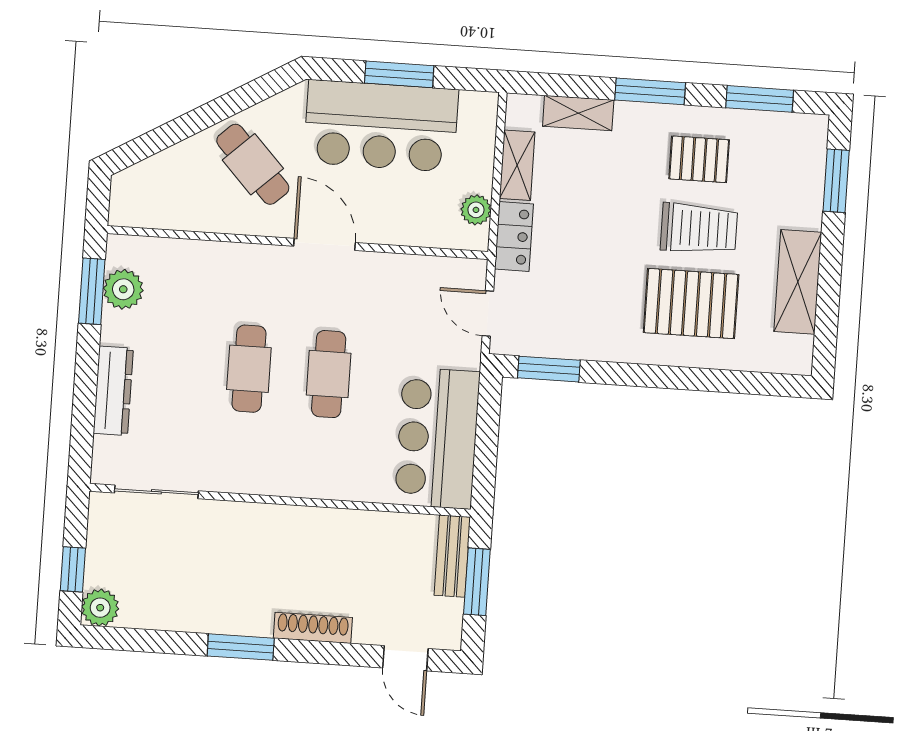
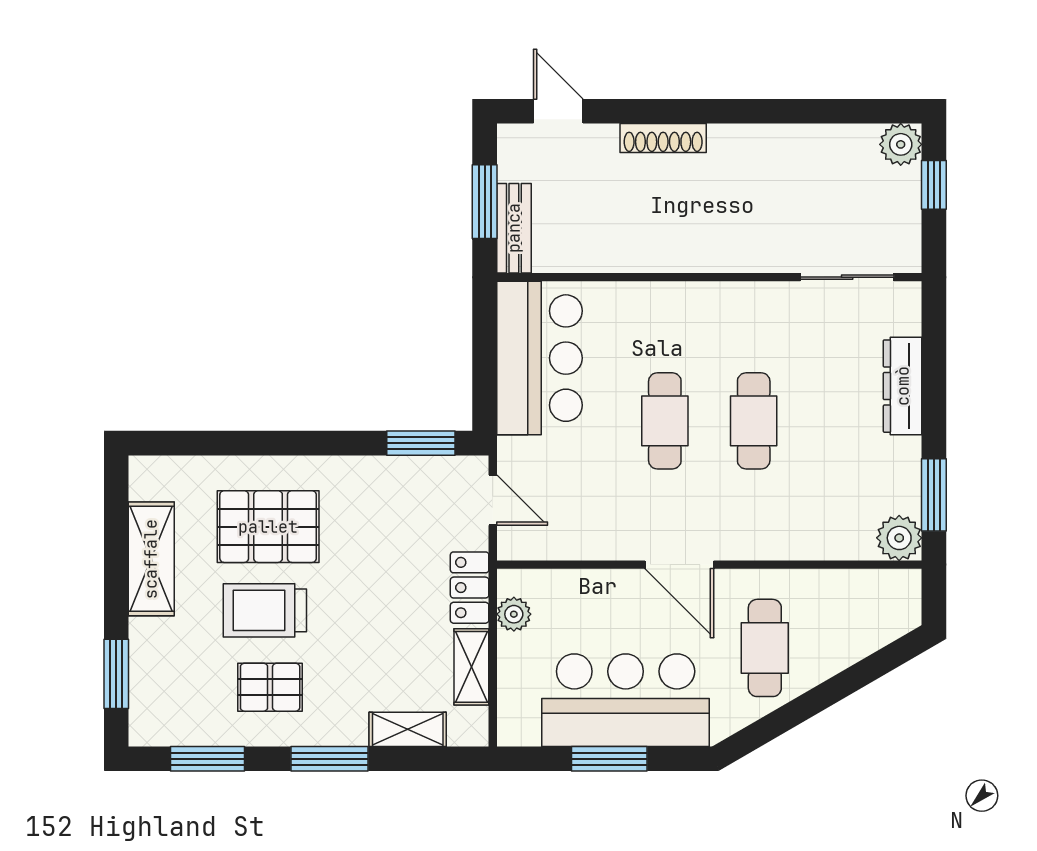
cafe table: (253, 164) -> (765, 648), turned 43
plant: (123, 289) -> (899, 538), moved
window: (241, 647) -> (742, 111), removed

